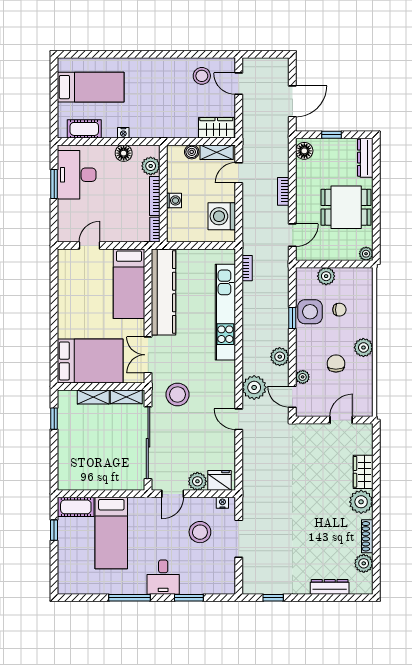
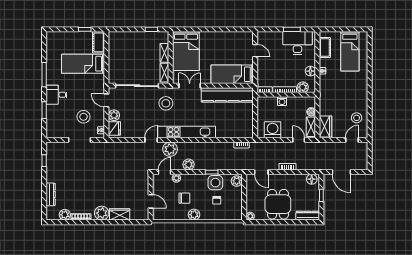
plant: (326, 276) -> (237, 181), moved
kitchen unit: (225, 312) -> (187, 132), moved

